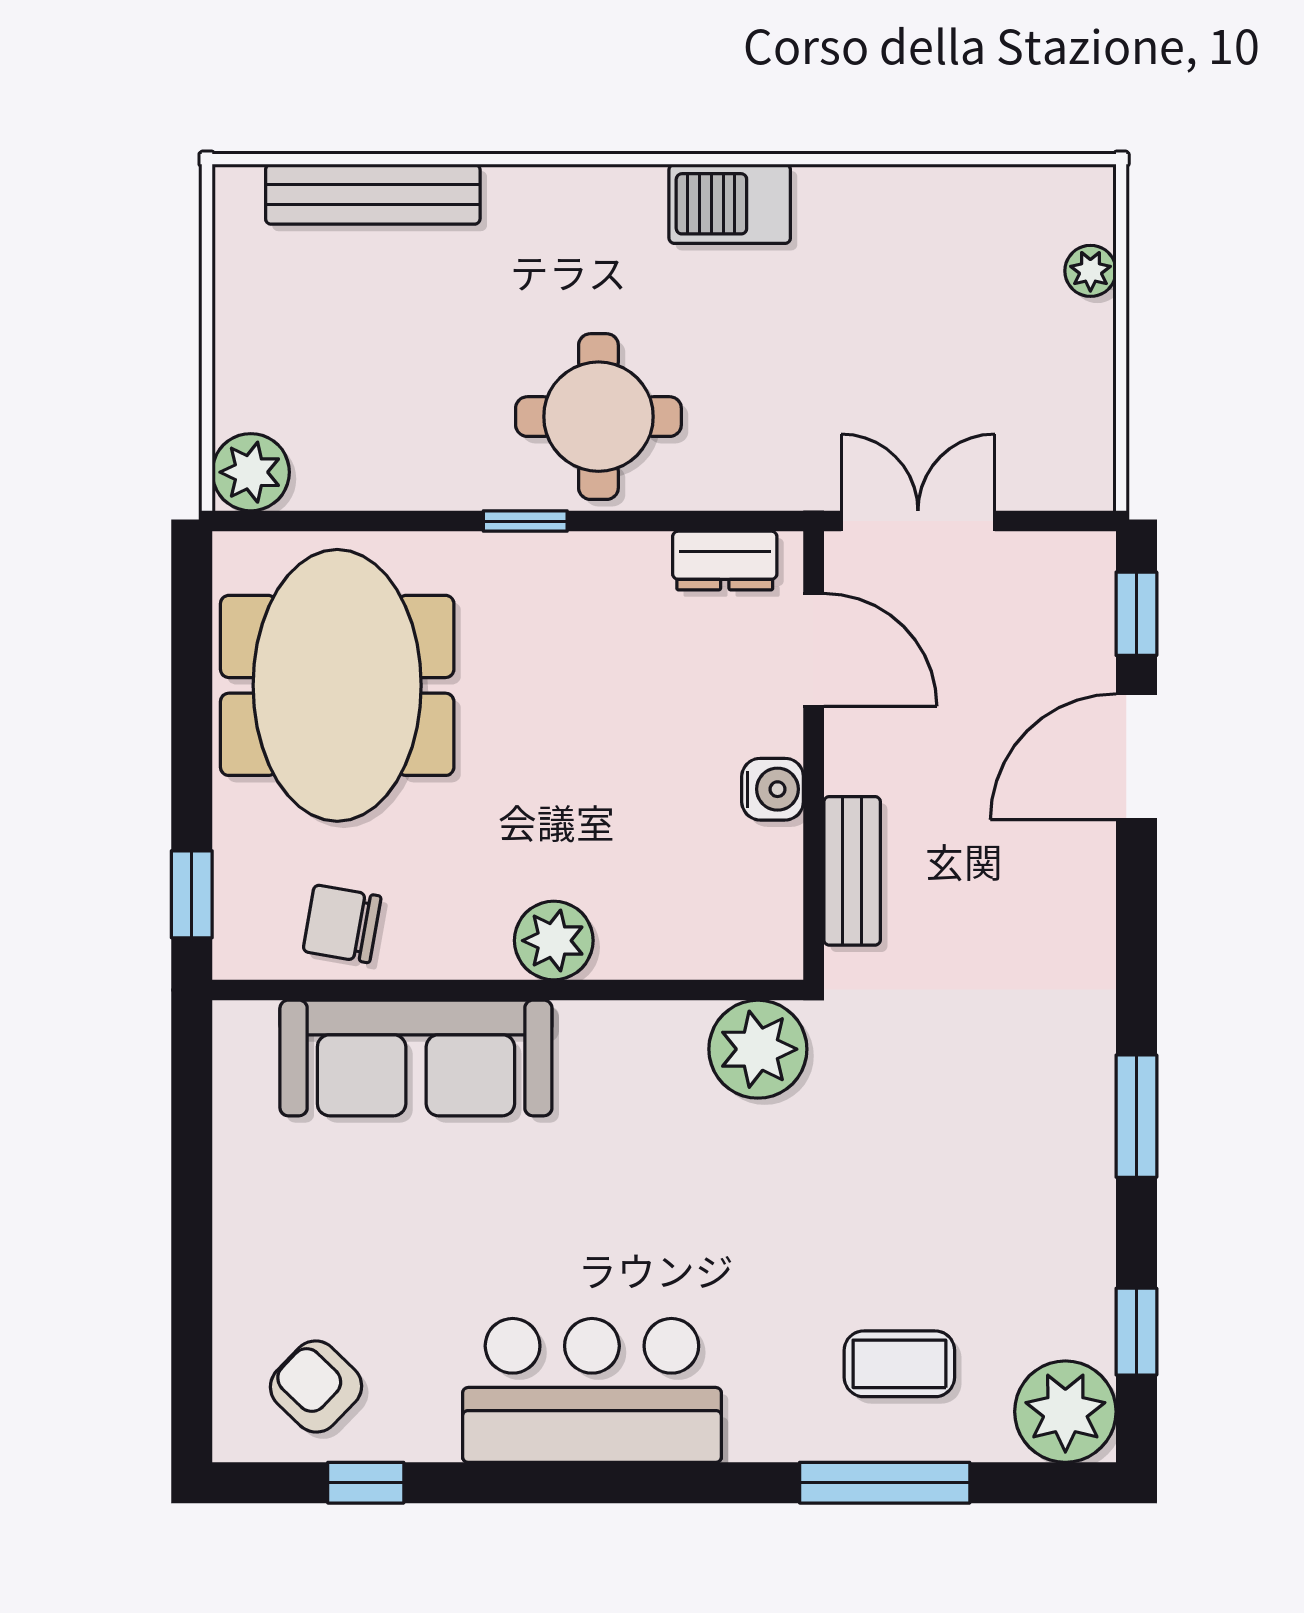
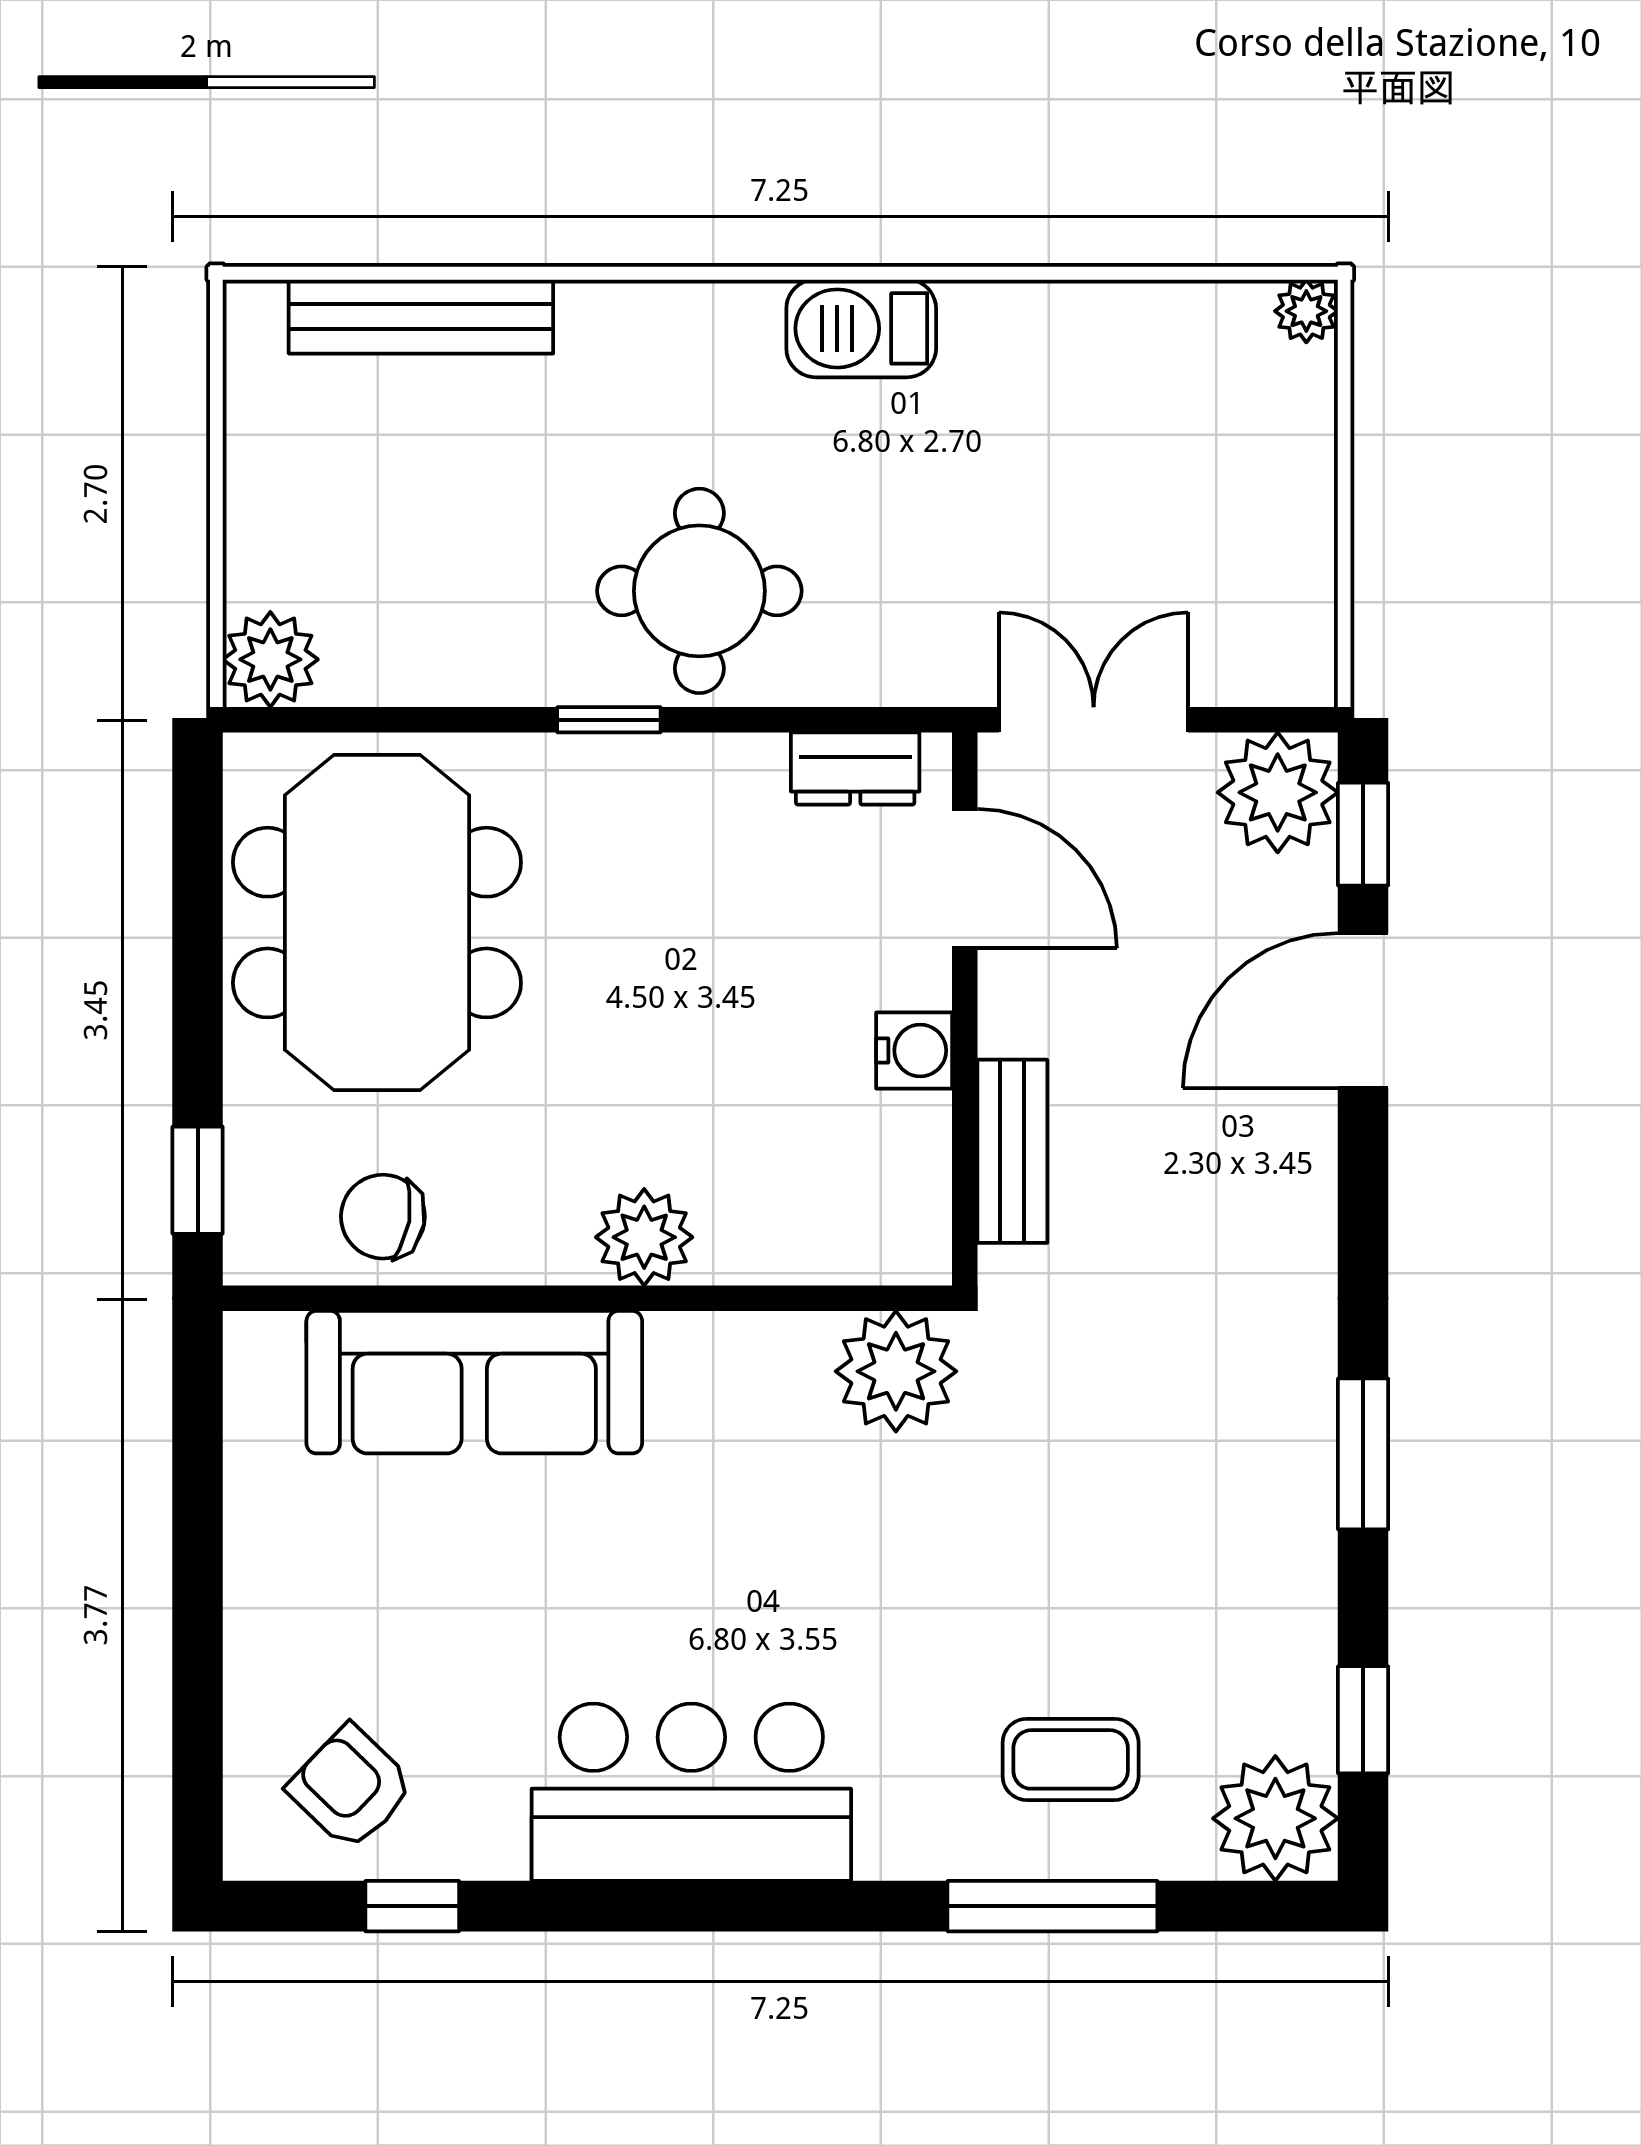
plant: (1090, 271) -> (1306, 311), moved
plant: (1067, 580) -> (1278, 792), added

